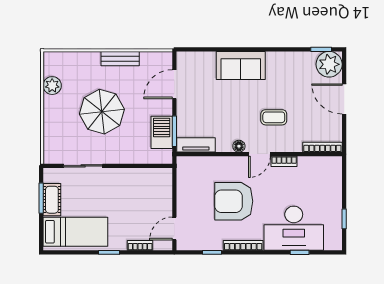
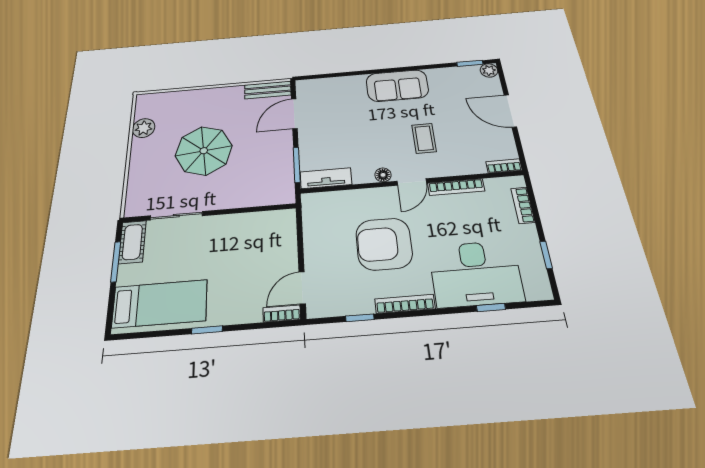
bench: (120, 59) -> (268, 90), moved
plant: (329, 64) -> (489, 70), width x0.53, depth x0.53
sofa: (241, 65) -> (397, 86), moved
coffee table: (274, 117) -> (424, 138), turned 90
barbecue: (162, 132) -> (280, 167), removed
bookcase: (322, 147) -> (504, 166), width x0.64
bookcase: (284, 161) -> (456, 187), width x1.56
bookcase: (336, 180) -> (523, 205), added
cot: (52, 200) -> (132, 242), moved
bookcase: (140, 245) -> (282, 314), moved

